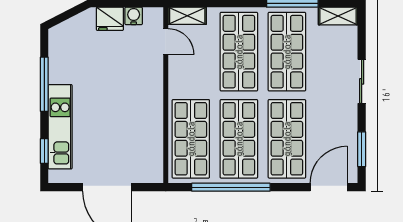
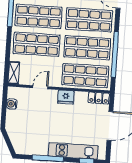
fridge: (110, 19) -> (66, 97), moved, turned 90
door: (166, 42) -> (40, 87), moved
locker: (154, 165) -> (99, 98), added

